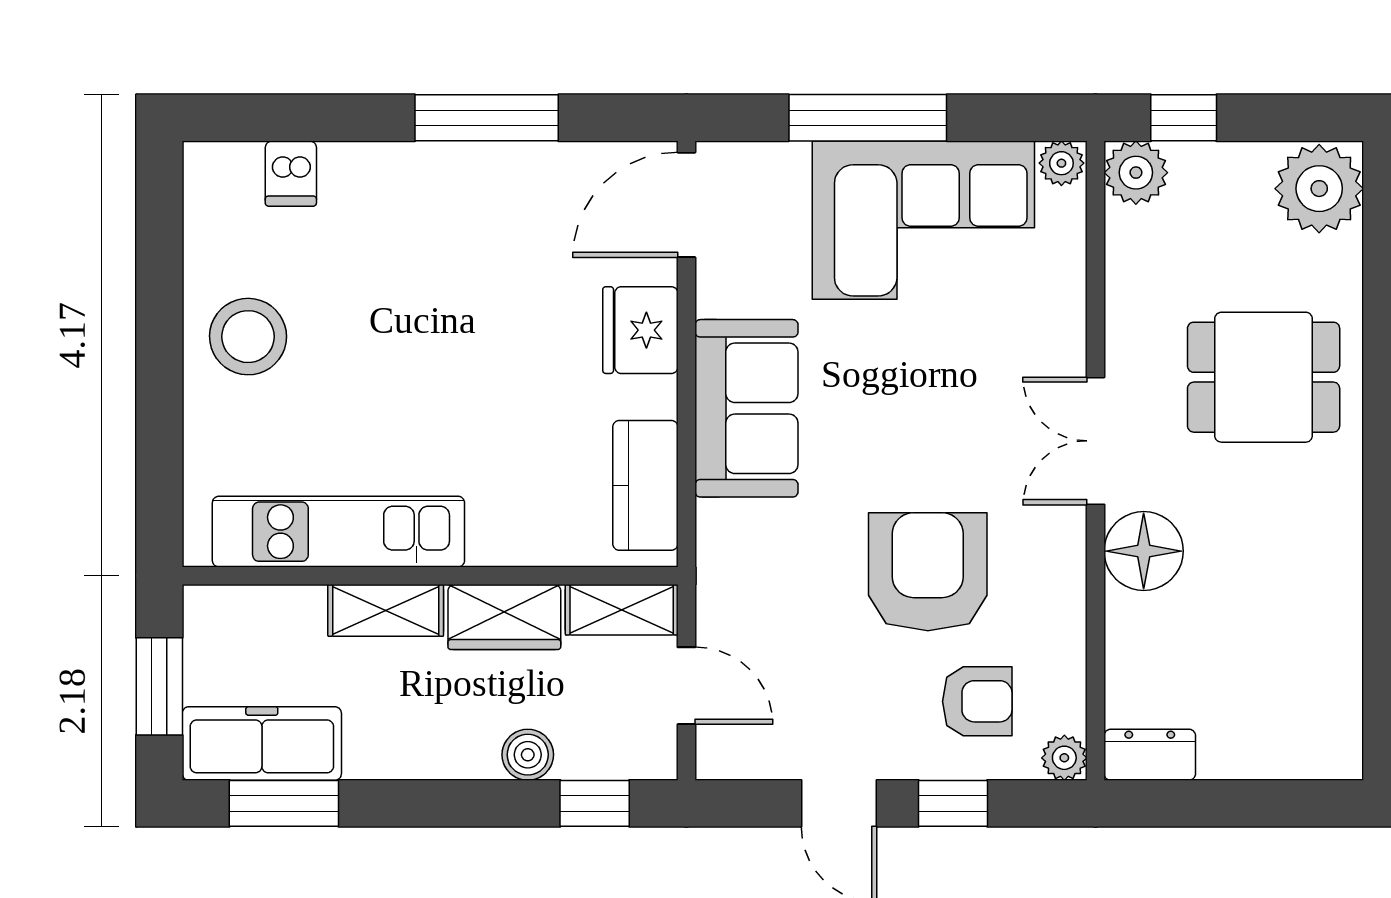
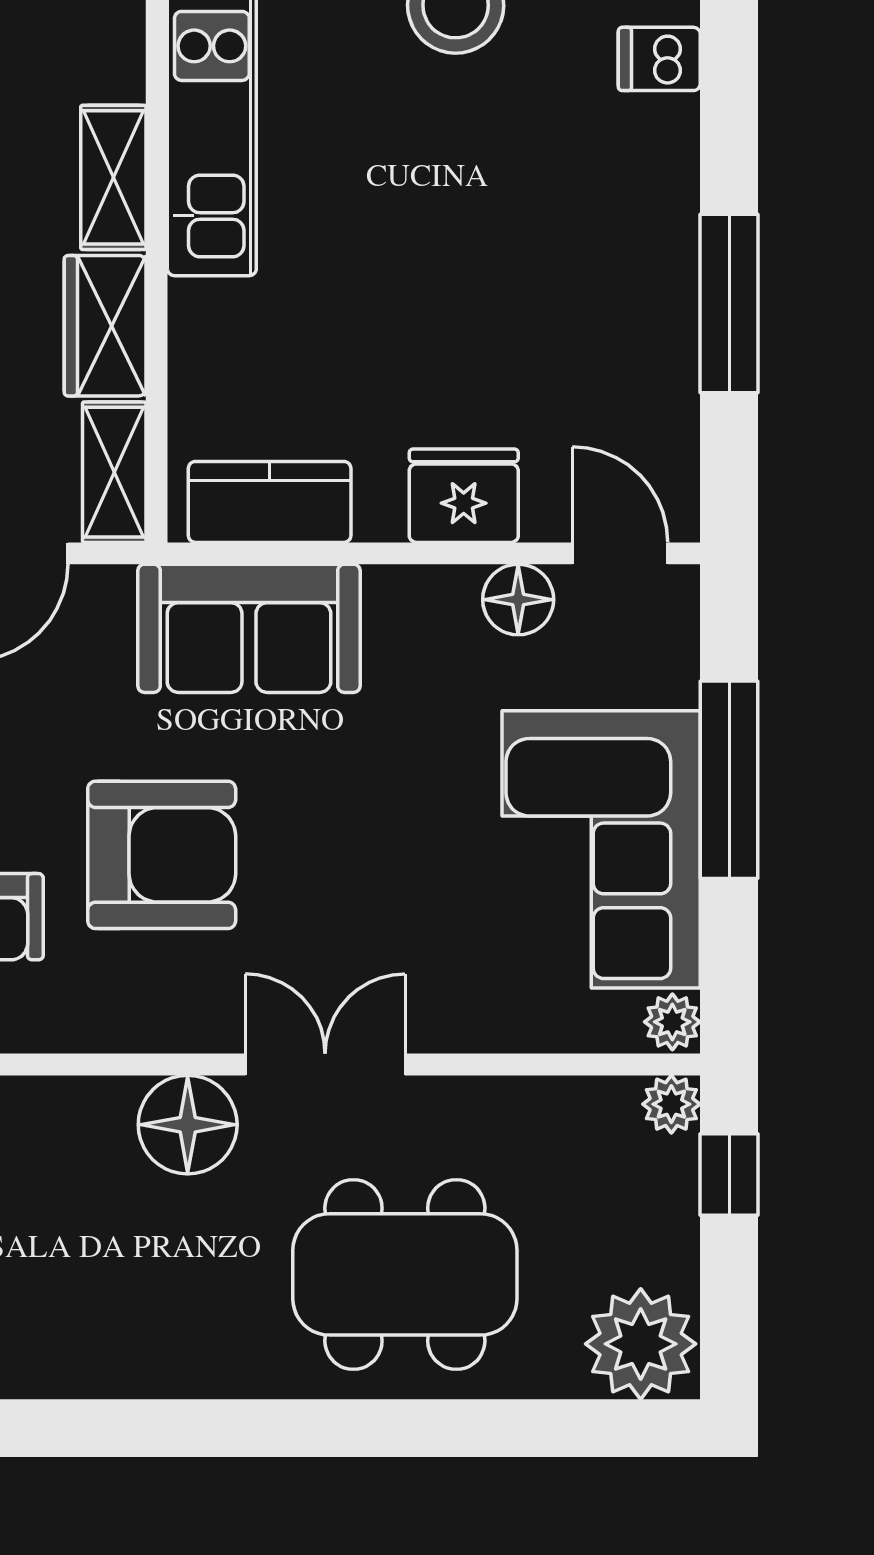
plant: (1136, 173) -> (671, 1104), width x0.73, depth x0.73
door: (686, 205) -> (620, 553), width x0.73
floor lamp: (723, 287) -> (518, 600), added
dining table: (1264, 377) -> (405, 1274), width x1.37
sofa: (746, 408) -> (249, 628), moved

